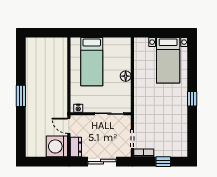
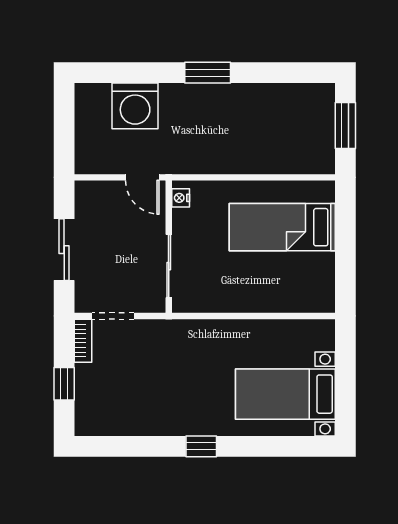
window: (45, 33) -> (345, 126), added
floor lamp: (126, 76) -> (251, 301), removed
door: (69, 126) -> (142, 177), swing flipped
washing machine: (57, 146) -> (135, 106), moved, turned 180
dresser: (76, 147) -> (96, 193), removed

